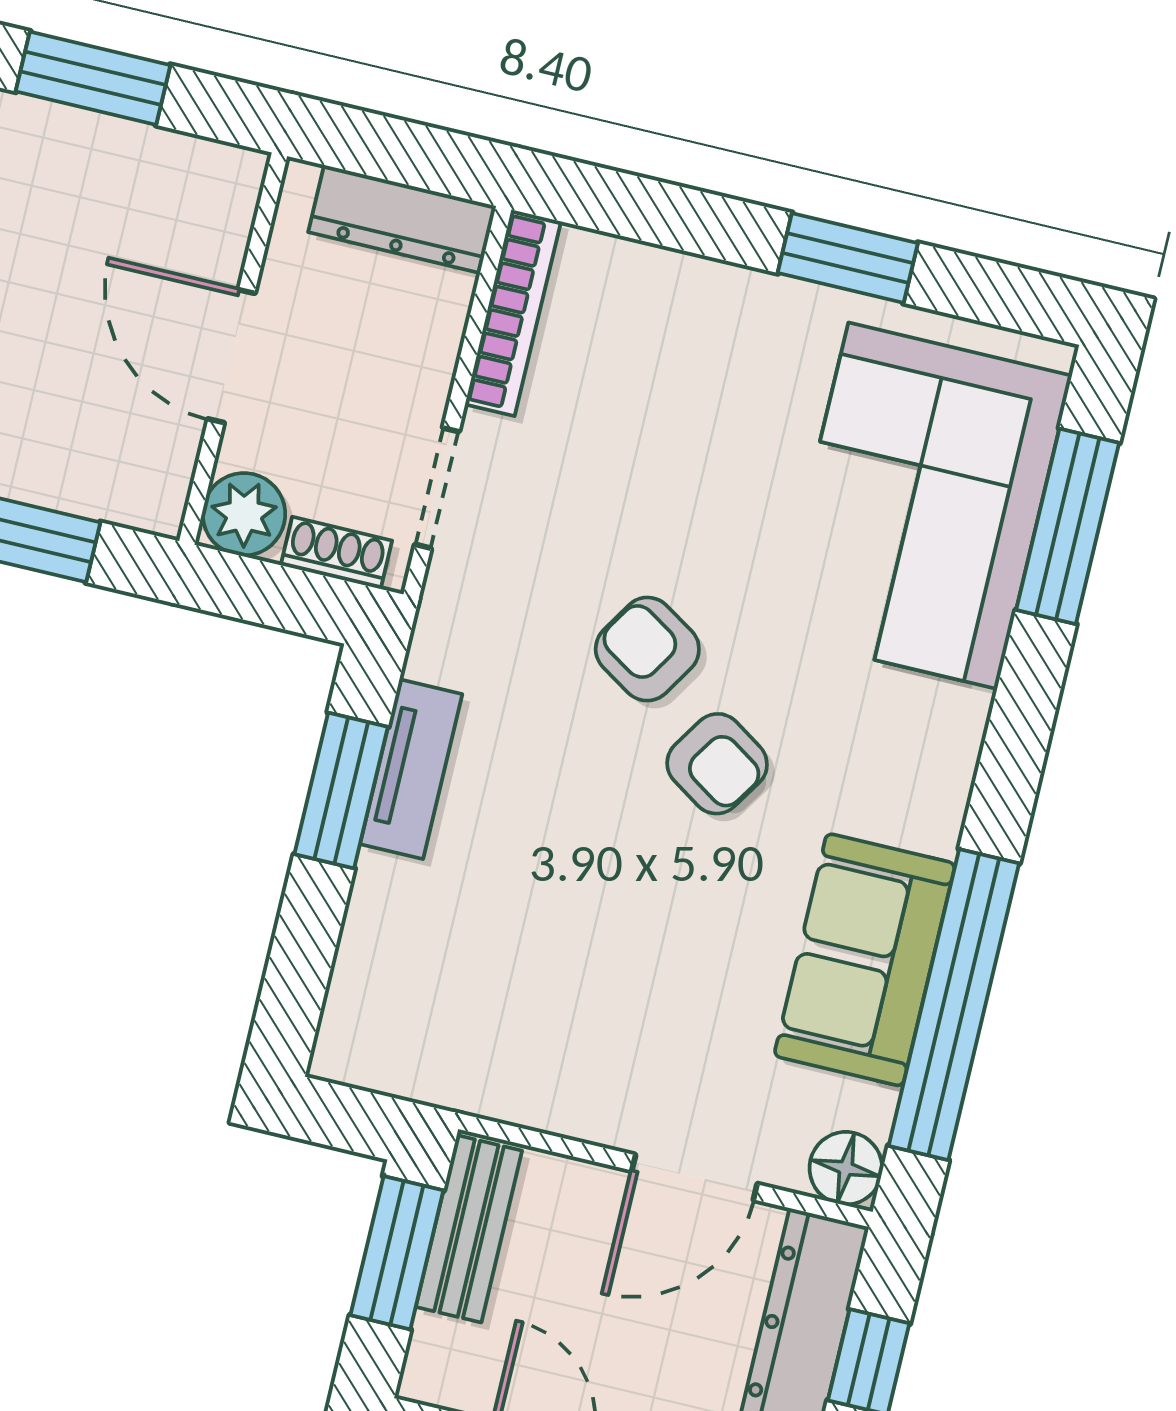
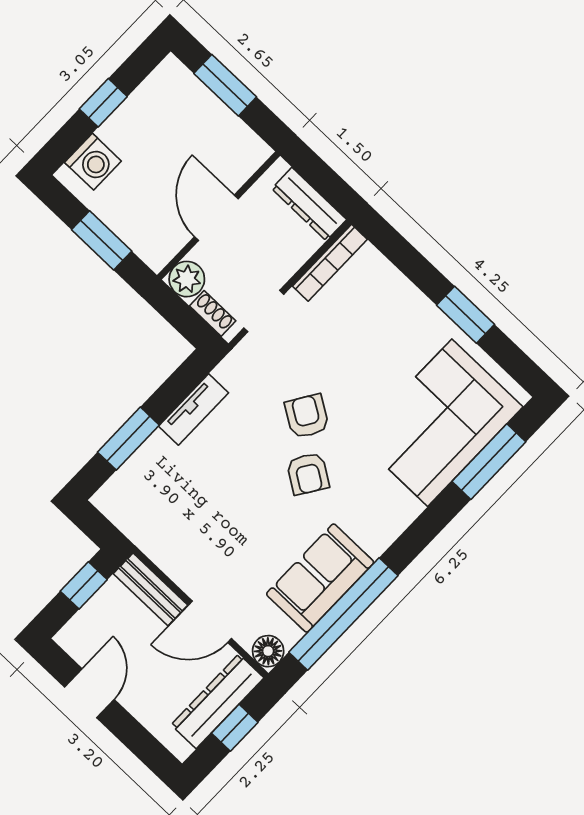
window: (341, 790) -> (128, 439), moved
bench: (469, 1229) -> (150, 589), moved, turned 90
window: (397, 1253) -> (84, 585), width x0.67

